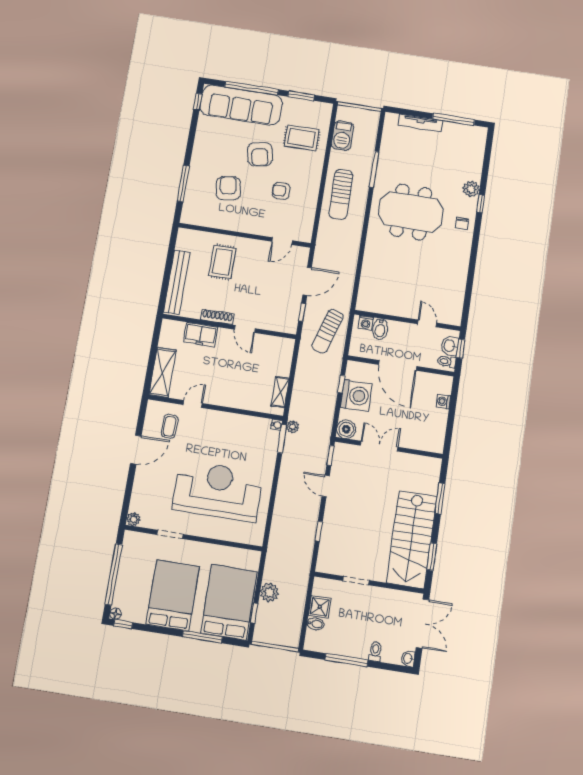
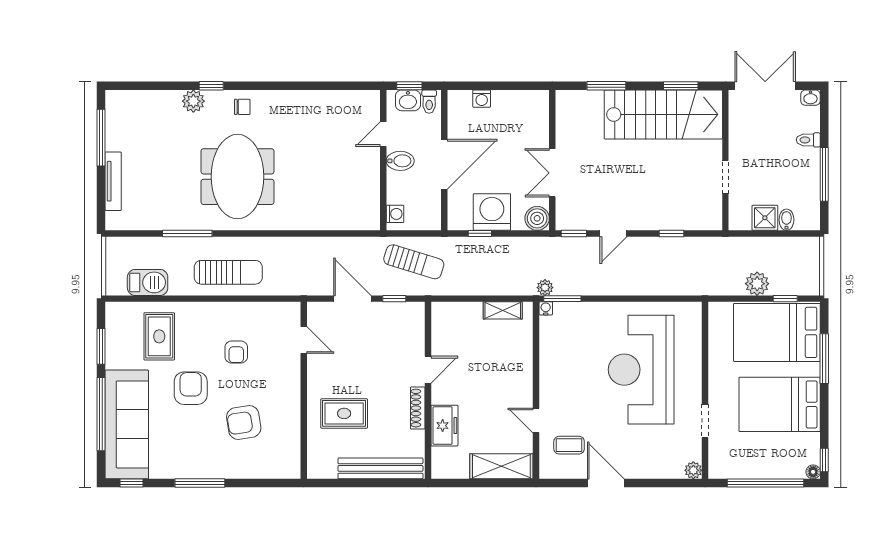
armchair: (260, 154) -> (191, 388), turned -79
window: (183, 183) -> (200, 483), moved
bidet: (380, 329) -> (400, 161), moved

